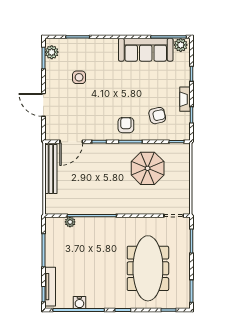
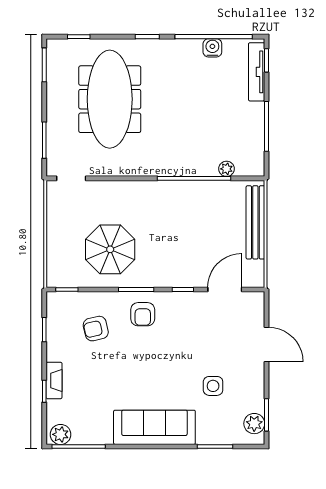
sofa: (146, 50) -> (154, 427), moved
fireplace: (185, 99) -> (54, 380), moved
bench: (51, 169) -> (255, 222), moved

